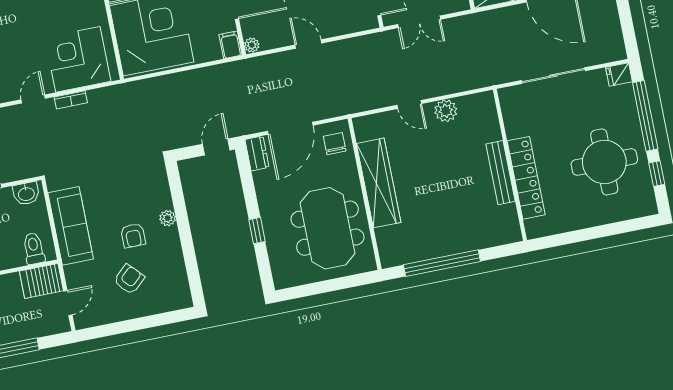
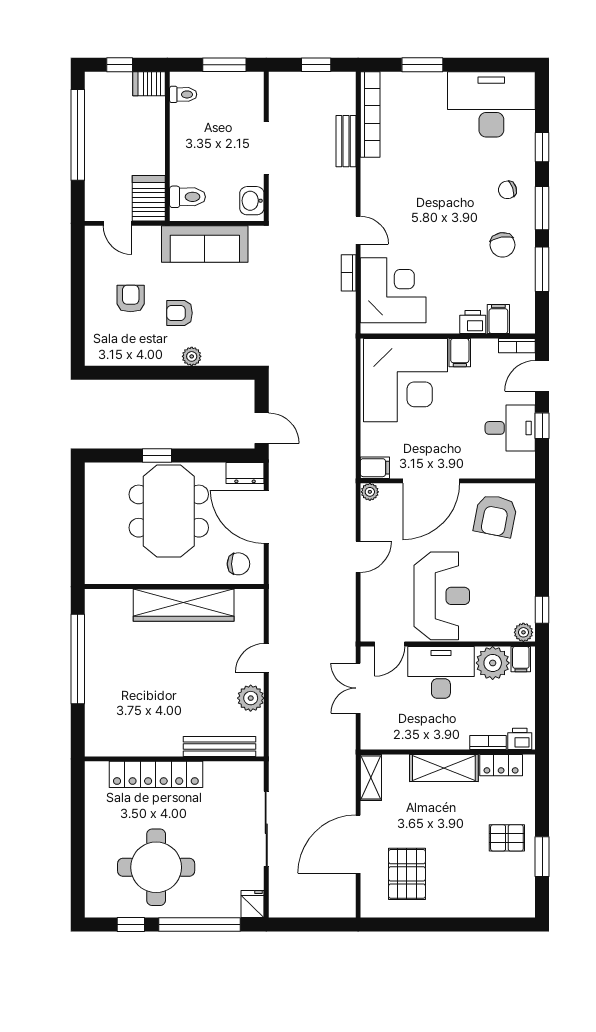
bench: (501, 173) -> (219, 746), moved
meeting table: (327, 228) -> (169, 511), moved, turned 90
armchair: (129, 279) -> (131, 299), turned -137

